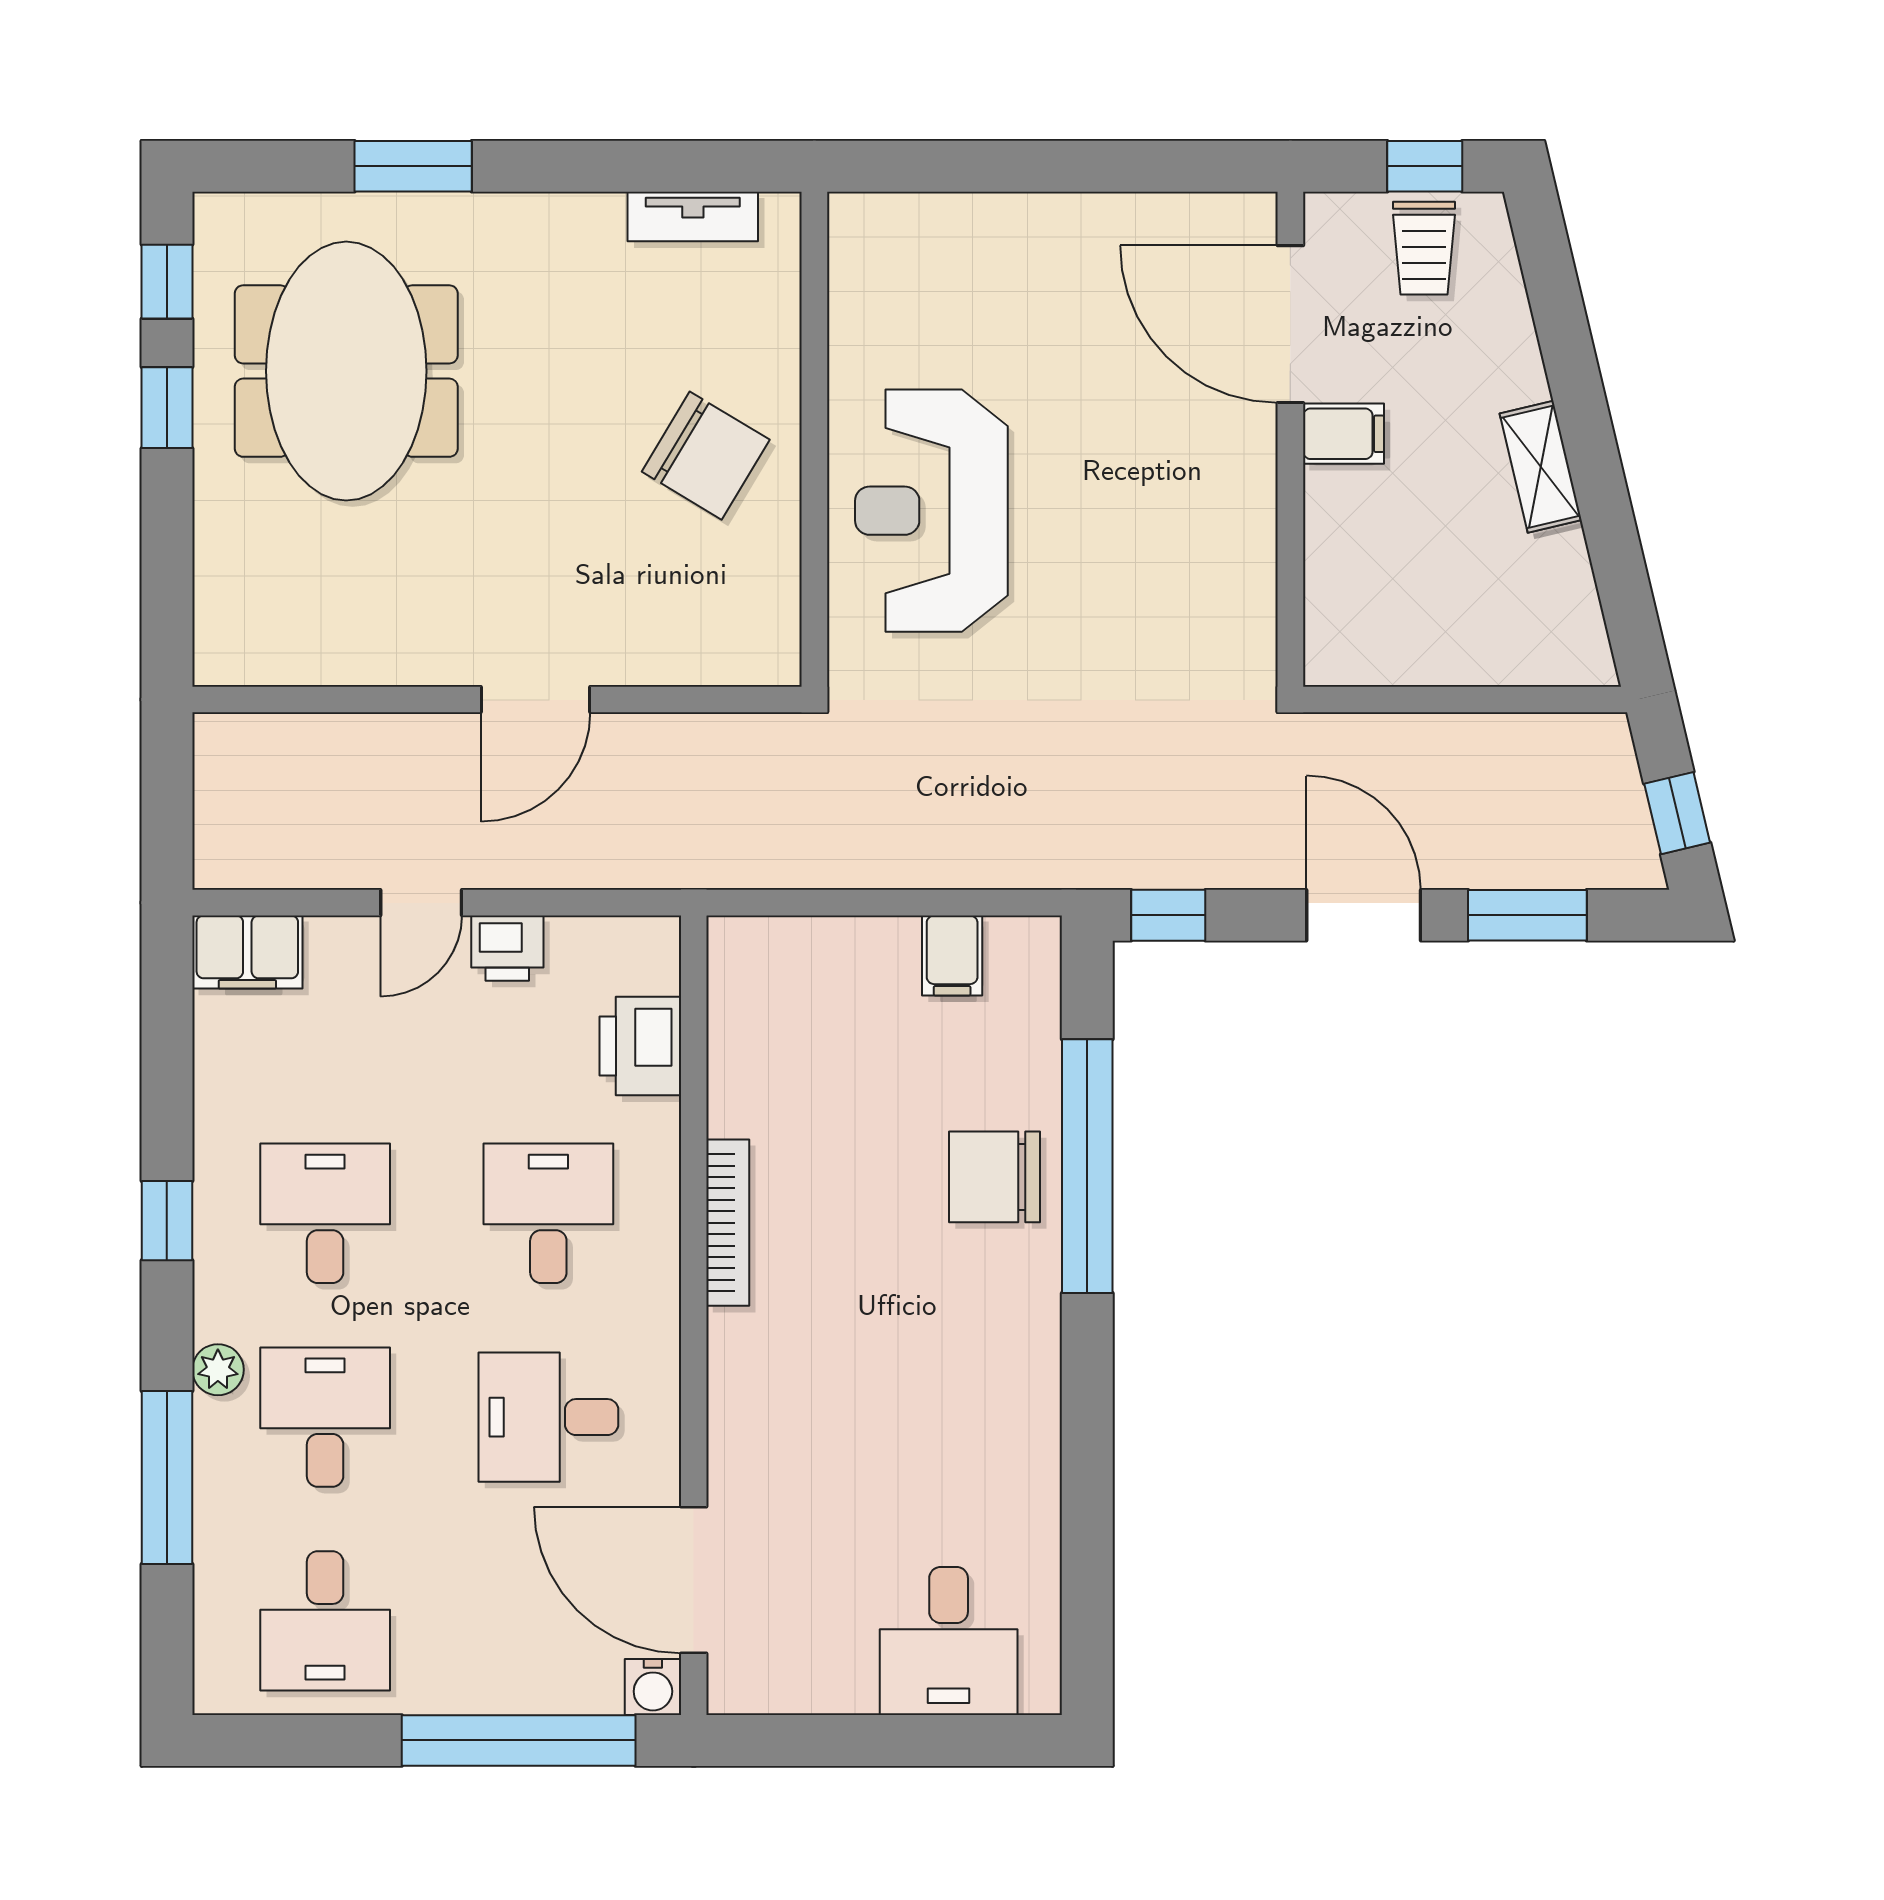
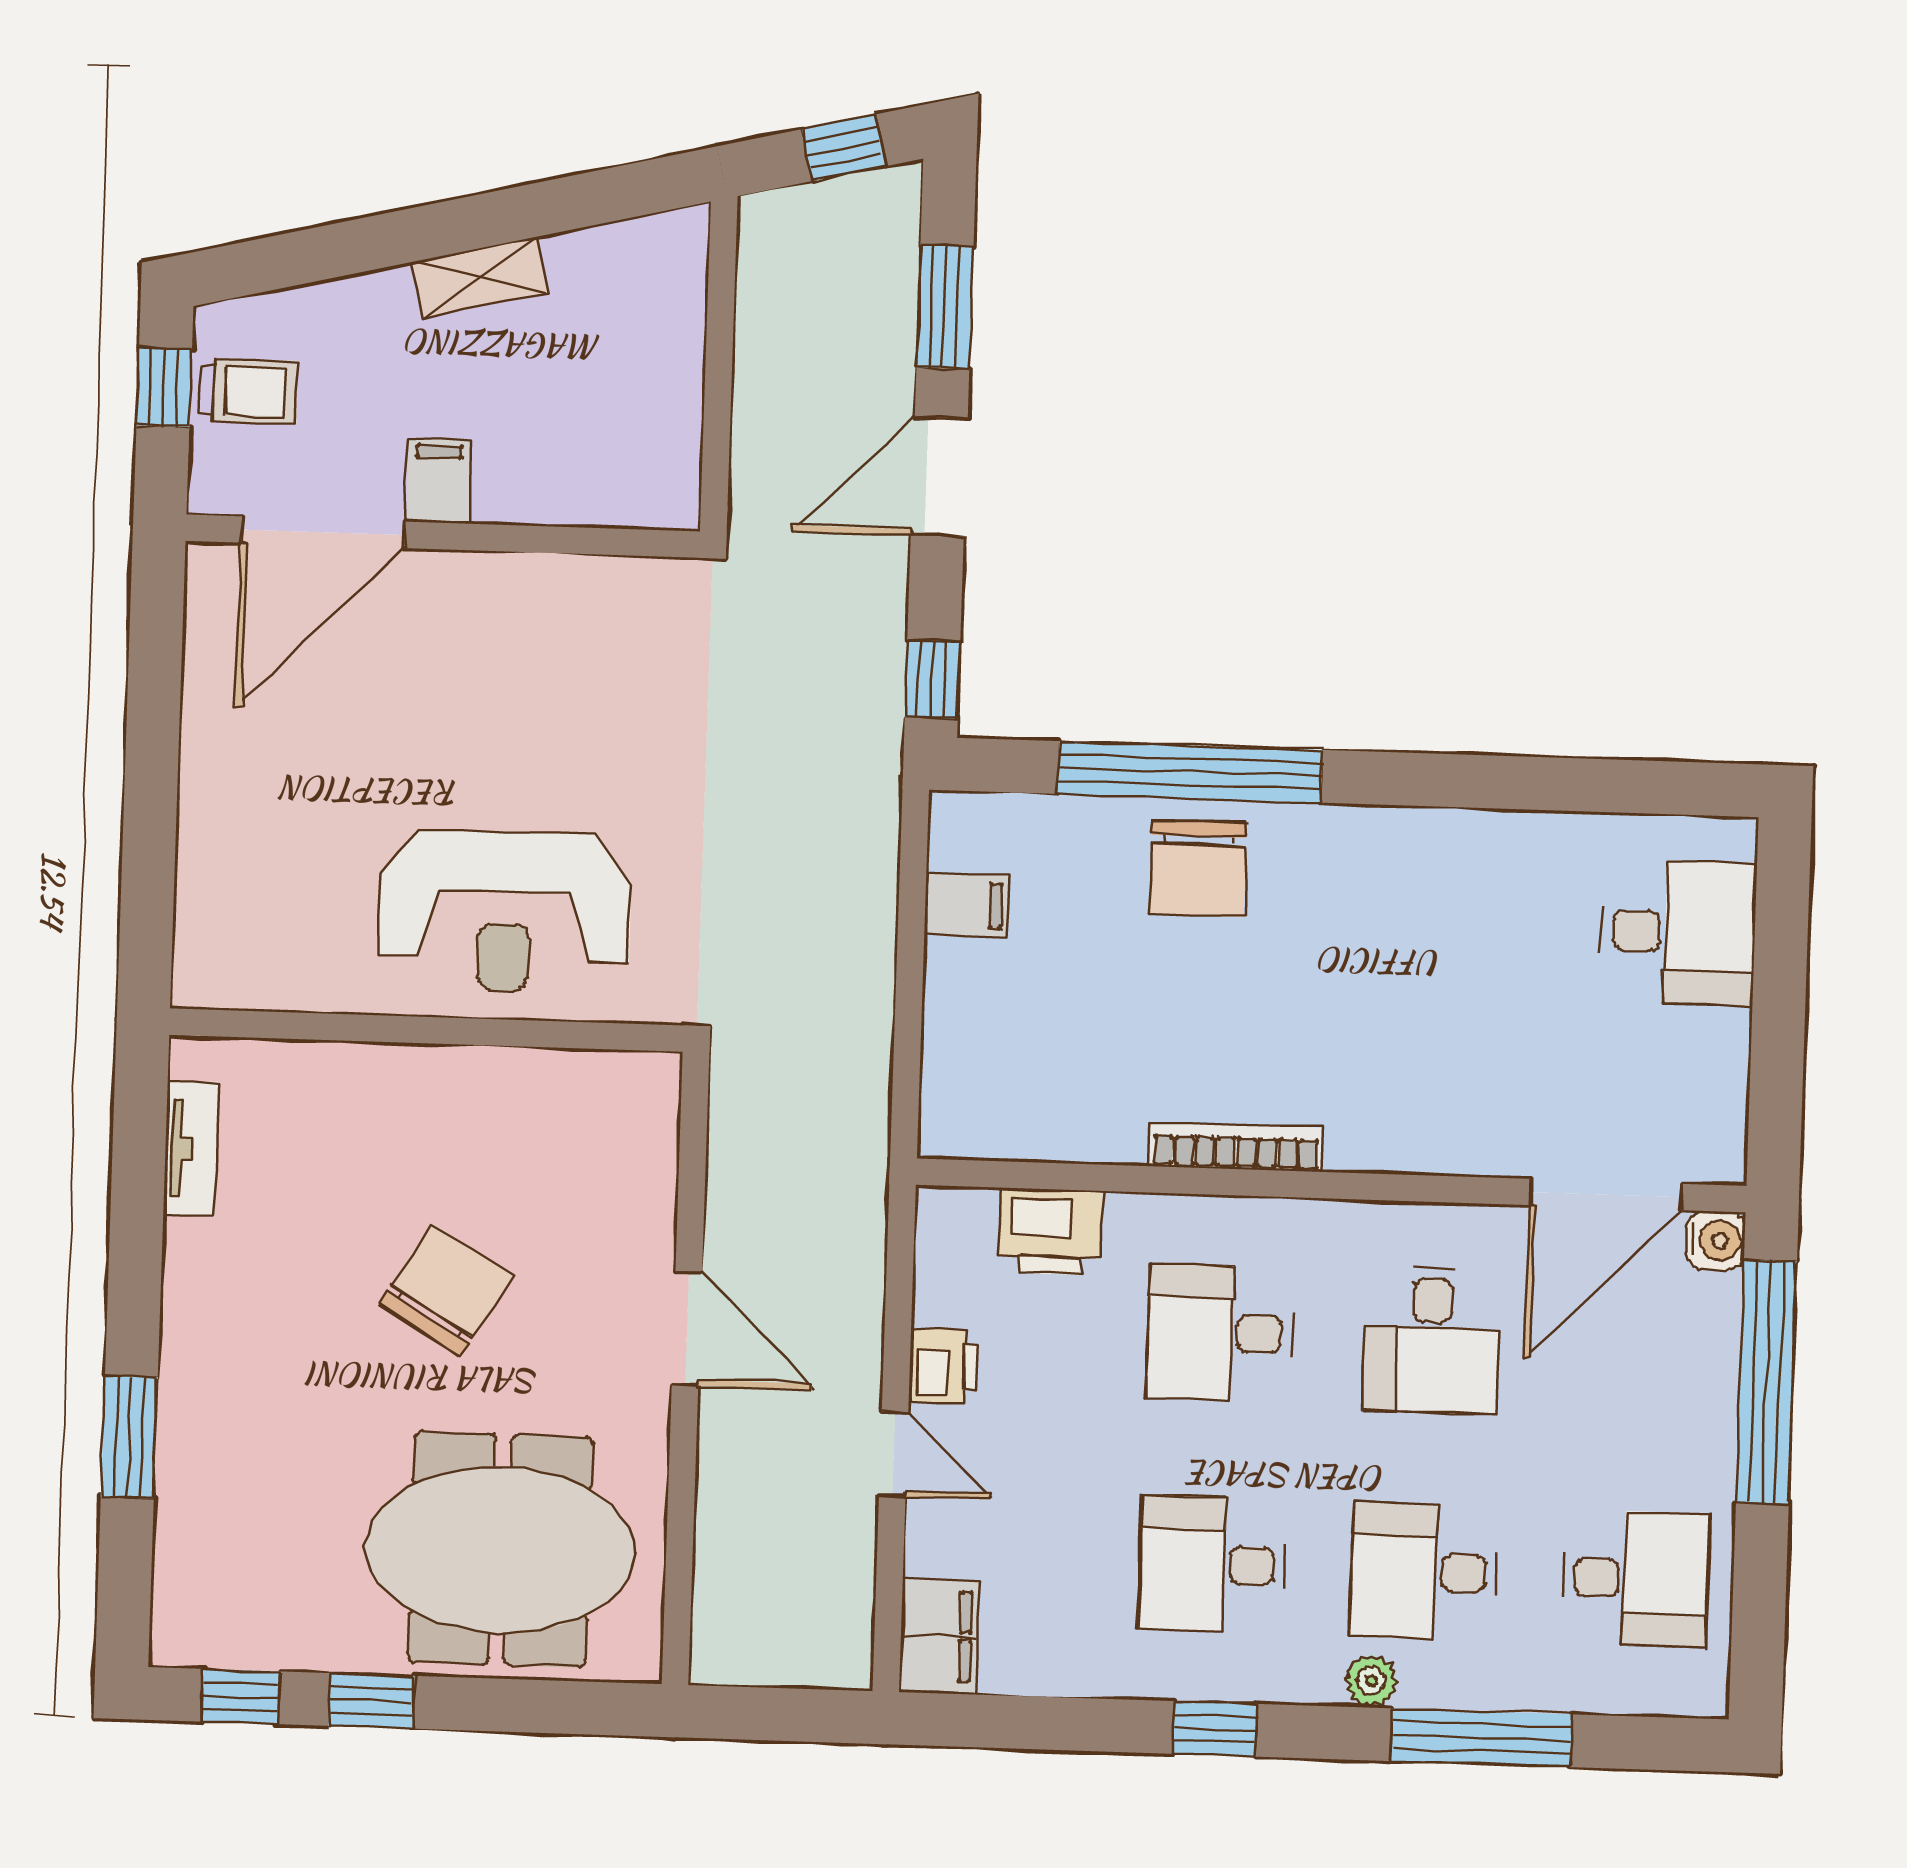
meeting table: (346, 371) -> (500, 1549), moved
chair: (706, 456) -> (446, 1290), moved

